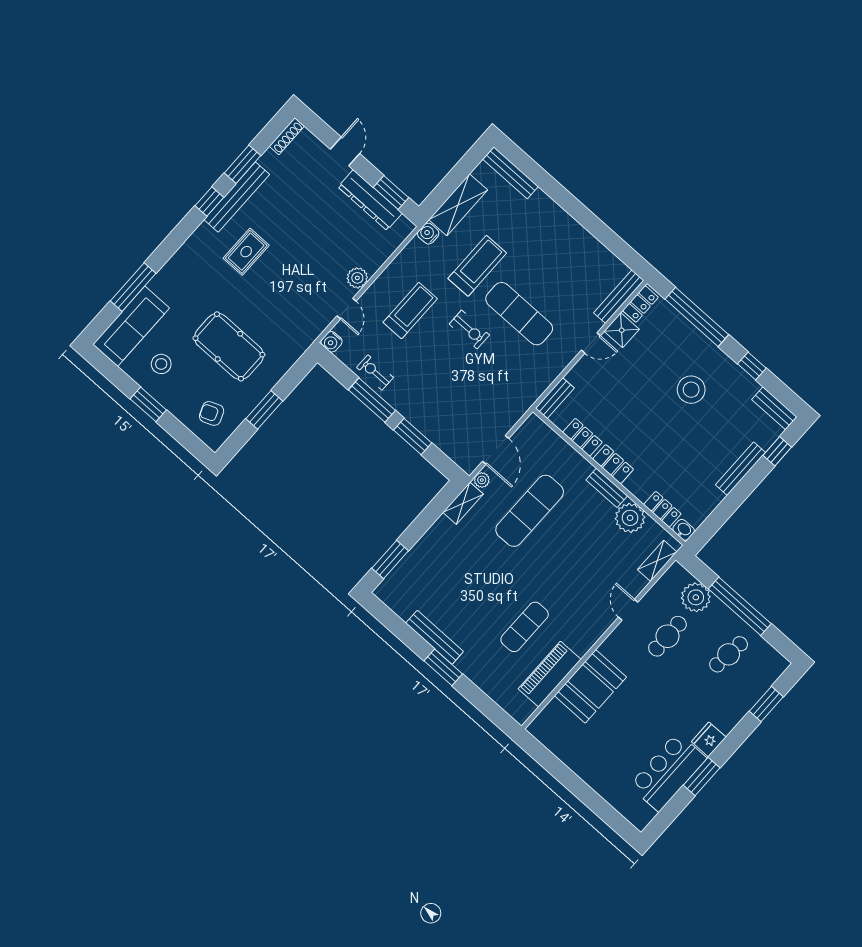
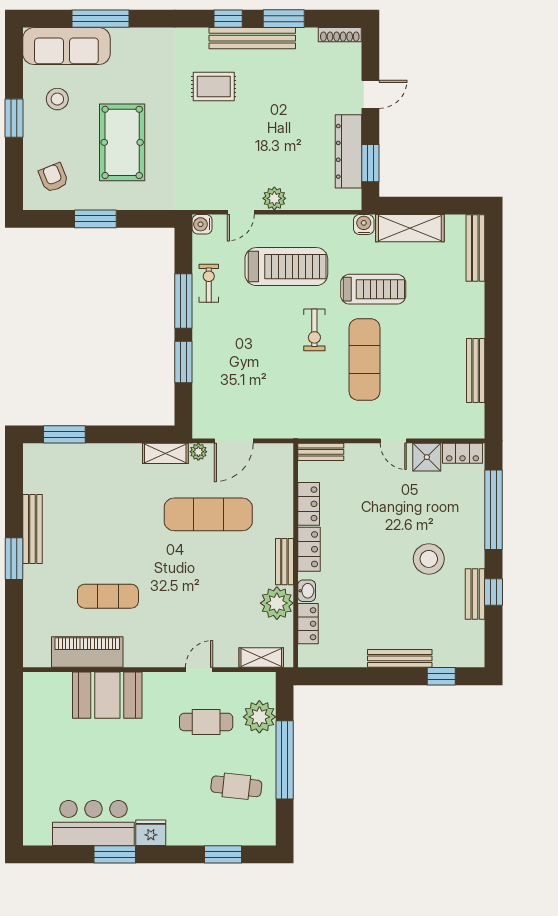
bench: (619, 297) -> (476, 371), moved, turned 90
treadmill: (410, 311) -> (286, 267), width x1.37, depth x1.38
bench: (774, 408) -> (475, 594), moved
washbasin: (684, 530) -> (307, 591), moved

